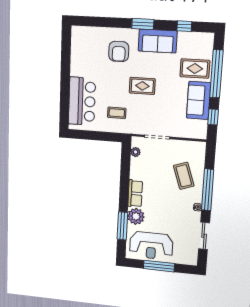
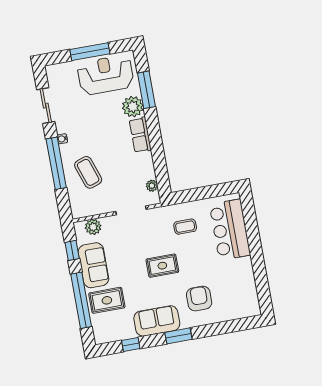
plant: (191, 132) -> (93, 227), added

